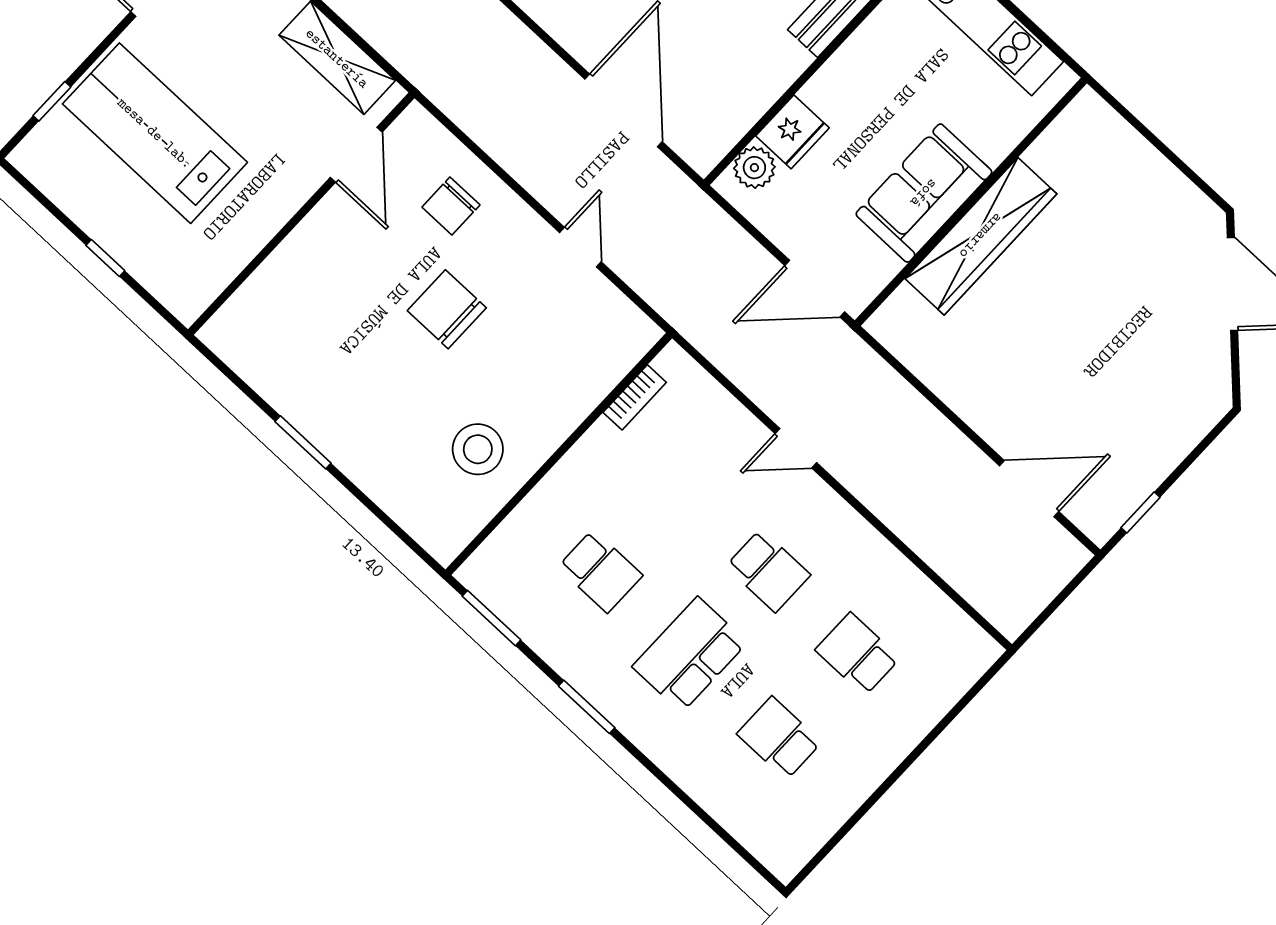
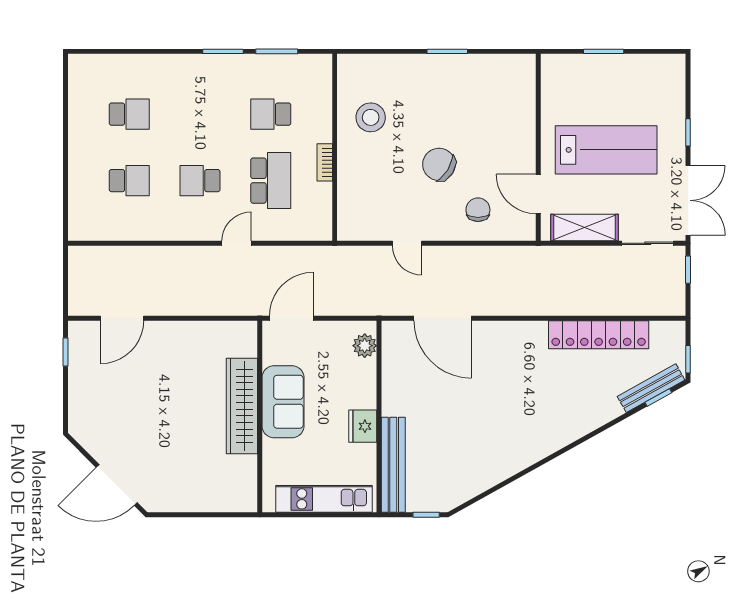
window: (52, 101) -> (688, 132), moved
fridge: (792, 132) -> (363, 426), moved
lab bench: (155, 133) -> (606, 150), moved
window: (105, 258) -> (604, 51), width x1.50
chair: (447, 309) -> (439, 164), turned -148
bookcase: (635, 397) -> (325, 162), moved
window: (491, 618) -> (277, 51), moved
school desk: (690, 655) -> (271, 181), moved

